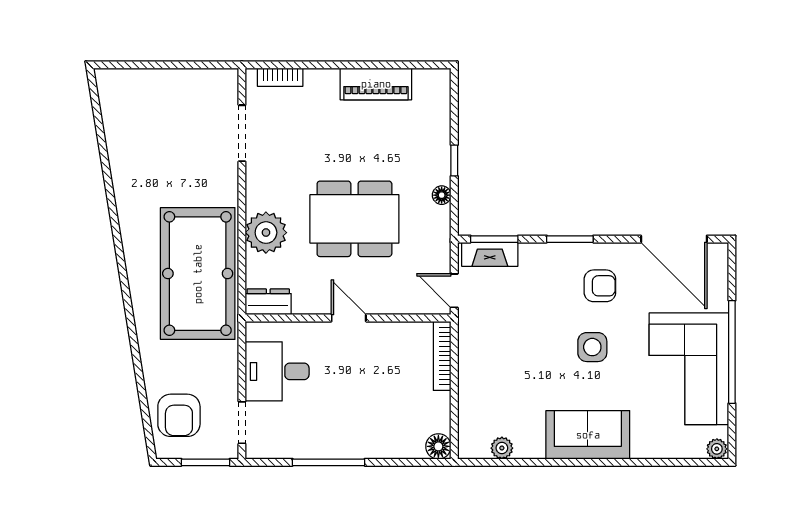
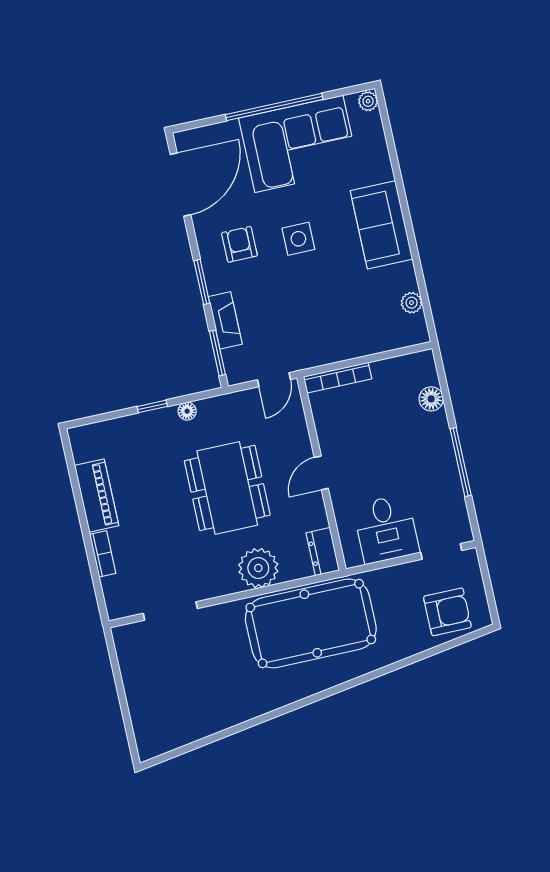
bookcase: (280, 77) -> (103, 554), moved
fireplace: (490, 254) -> (225, 320), moved
floor lamp: (438, 446) -> (431, 399), moved
window: (205, 462) -> (486, 577), removed

